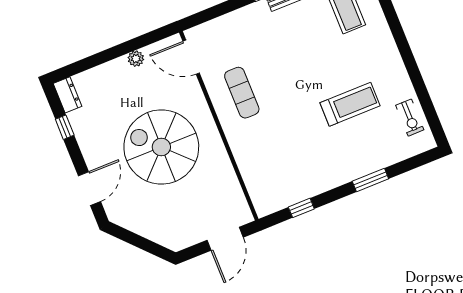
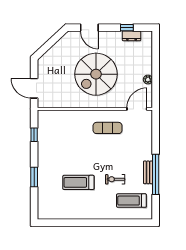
dresser: (68, 95) -> (132, 36), moved
treadmill: (350, 104) -> (78, 182), turned 90
exercise bike: (410, 118) -> (115, 179), moved
spiral stairs: (161, 147) -> (96, 74), turned 180

